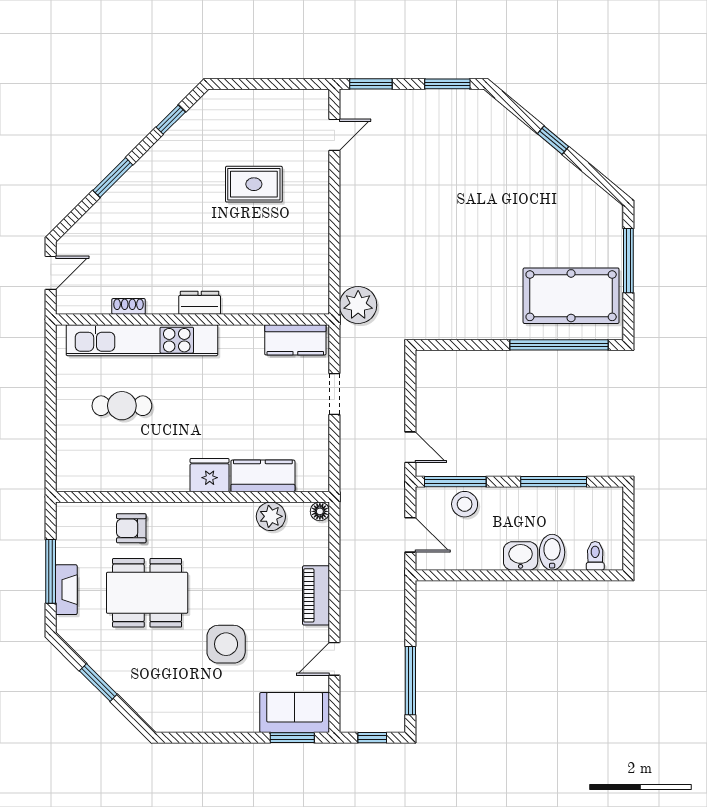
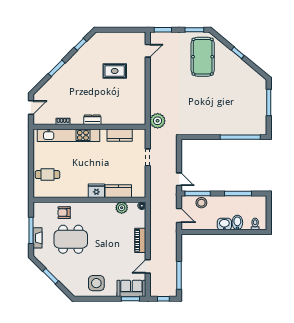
pool table: (571, 296) -> (203, 57), moved, turned 90
kitchen counter: (295, 340) -> (120, 135), moved
cafe table: (122, 406) -> (47, 175), moved
side table: (226, 644) -> (96, 283), moved

